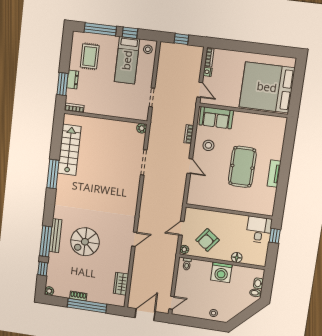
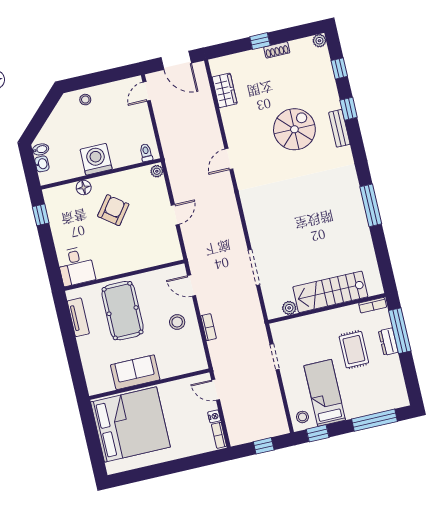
window: (130, 33) -> (318, 433), moved
rug: (90, 56) -> (354, 350), moved
window: (63, 84) -> (400, 331), width x1.44
sofa: (216, 118) -> (135, 372), moved
plant: (142, 128) -> (289, 308), moved
stairs: (69, 150) -> (330, 292), moved, turned 90
wall: (229, 211) -> (124, 275), moved
door: (181, 228) -> (175, 215), moved
desk: (259, 230) -> (76, 266), moved
bench: (55, 236) -> (339, 128), width x0.73
window: (275, 236) -> (41, 215), moved
armchair: (207, 240) -> (113, 210), moved
window: (46, 241) -> (349, 109), width x0.46
window: (87, 306) -> (260, 41), width x0.32
door: (145, 315) -> (176, 60), hinge flipped

